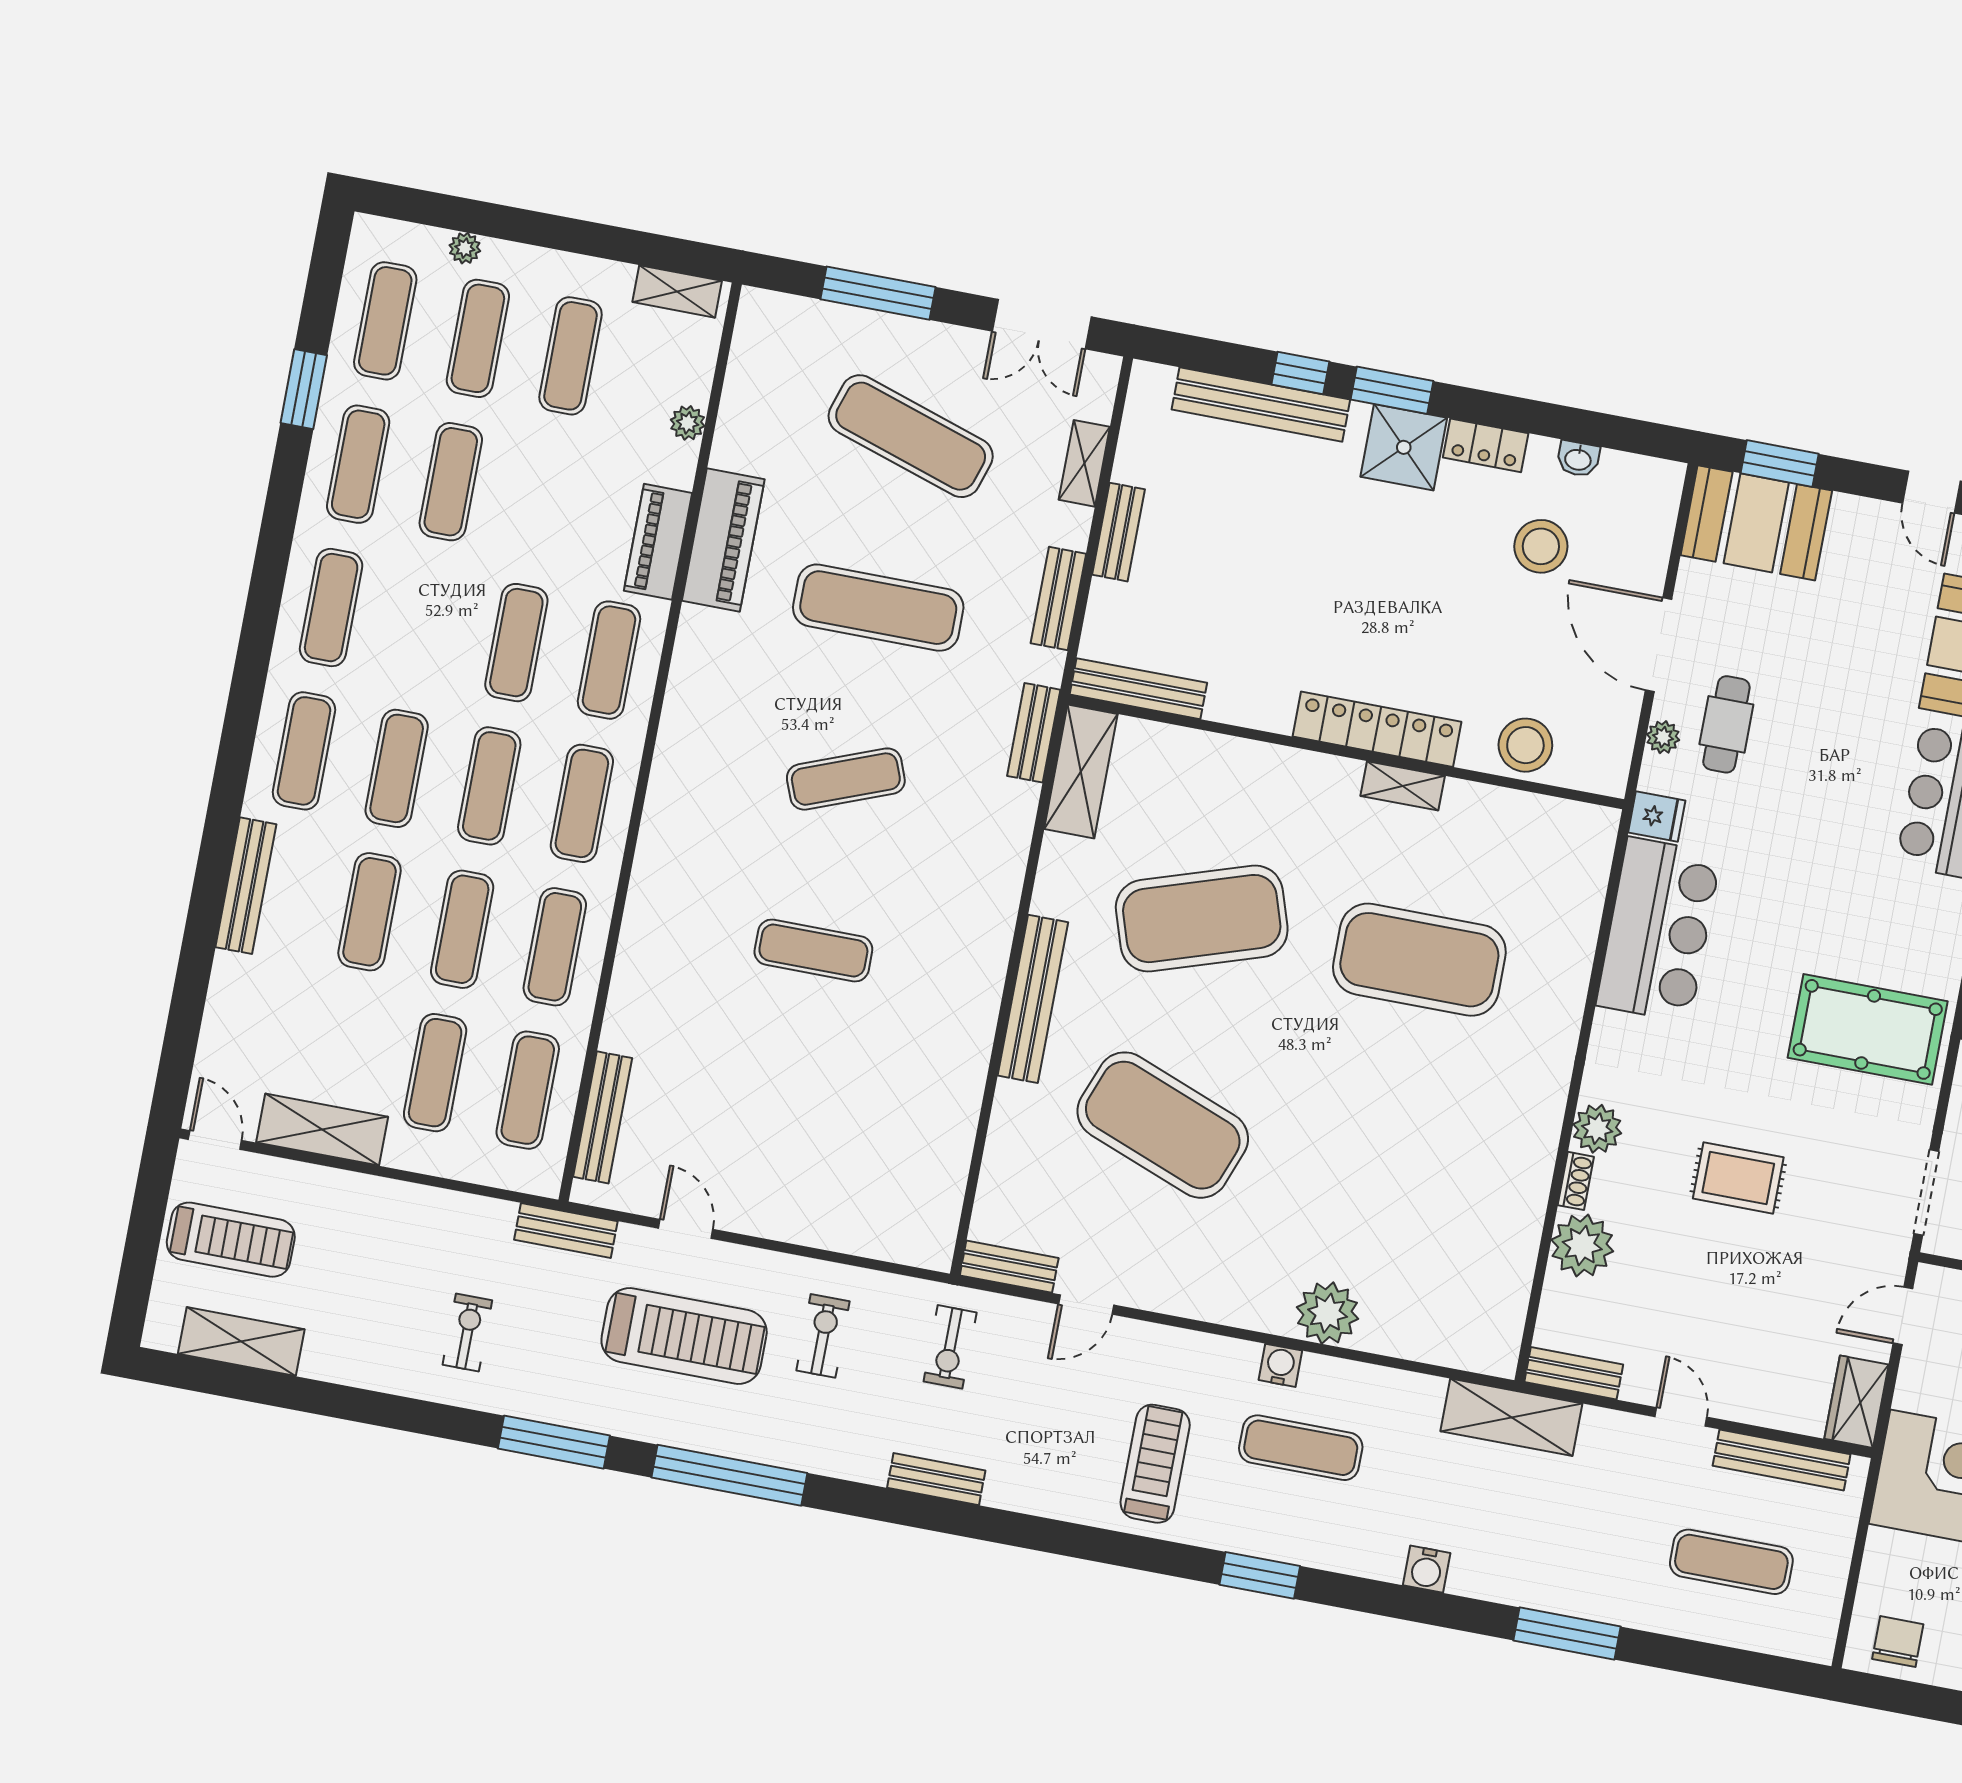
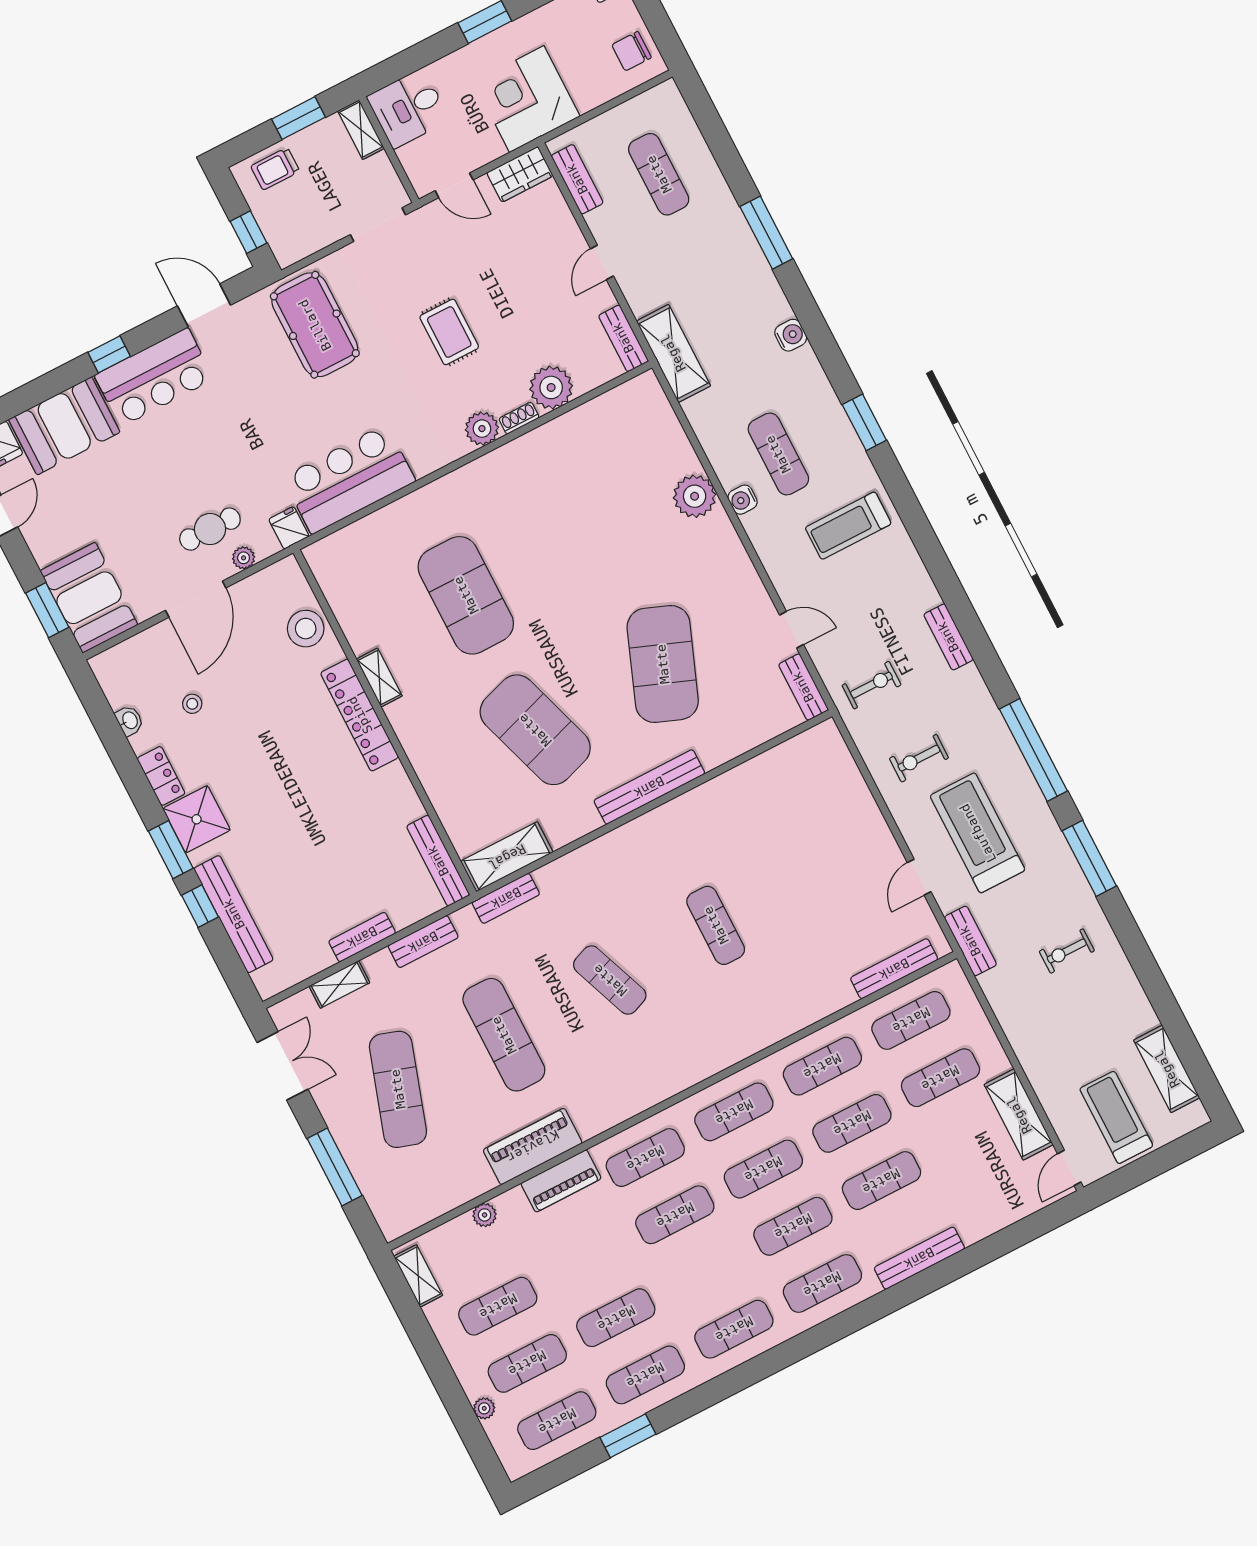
stool: (1541, 546) -> (192, 704), width x0.53, depth x0.53
bench: (1782, 1460) -> (577, 179), width x0.73

